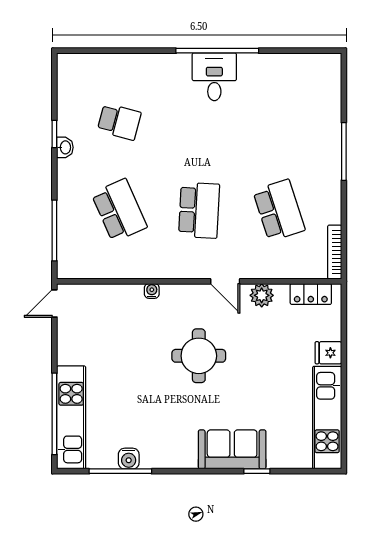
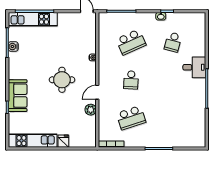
desk: (214, 77) -> (194, 67), moved
school desk: (199, 210) -> (131, 80), width x0.54
locker: (311, 294) -> (91, 133), removed

